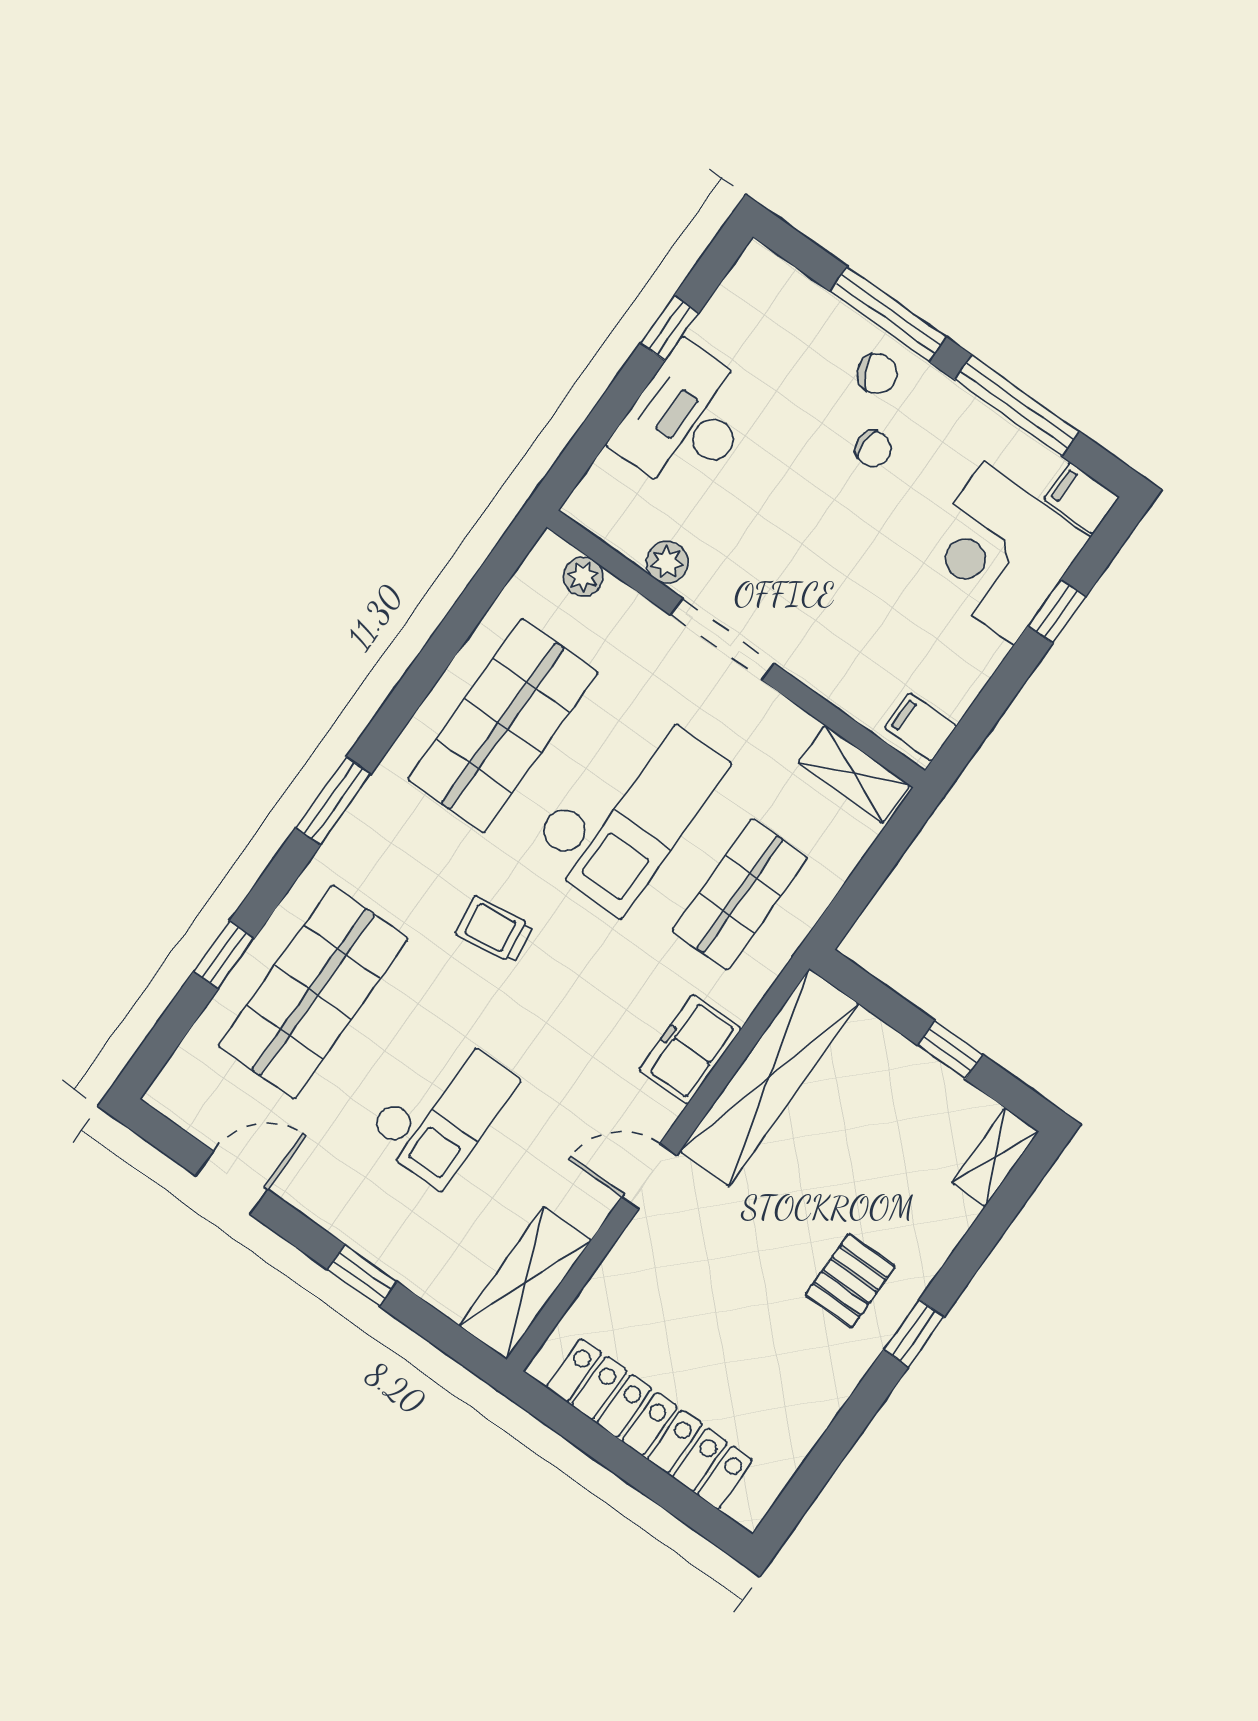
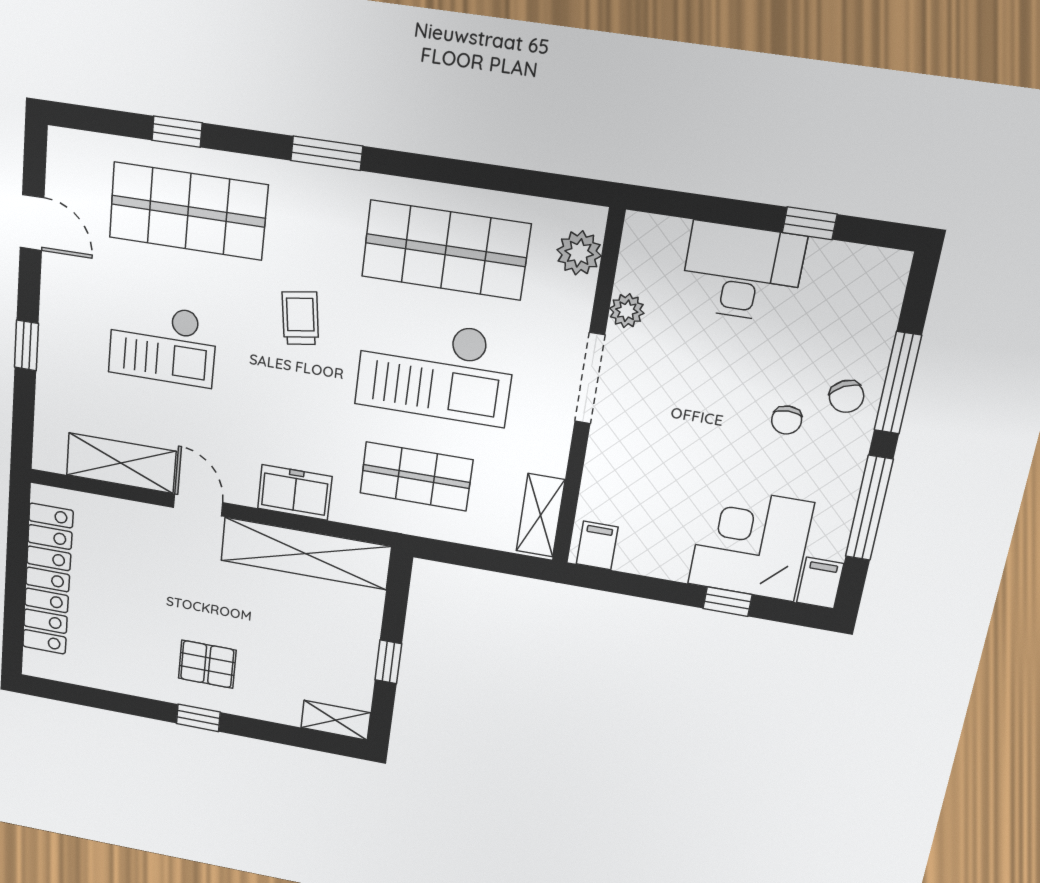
plant: (583, 576) -> (579, 253), width x1.38, depth x1.38
shelving: (525, 1283) -> (121, 463), moved

